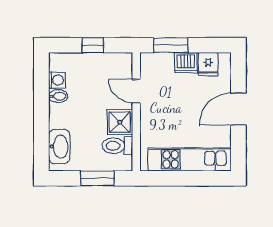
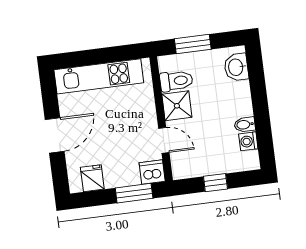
dishwasher: (186, 63) -> (152, 172), moved
washbasin: (59, 147) -> (236, 67), width x0.72

